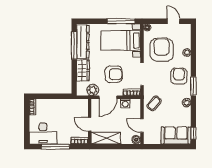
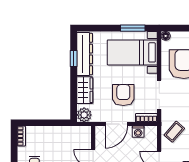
window: (121, 21) -> (133, 28), width x0.69
window: (74, 45) -> (74, 59), width x0.46
armchair: (114, 74) -> (123, 95), turned -90
plant: (93, 90) -> (84, 115), moved

